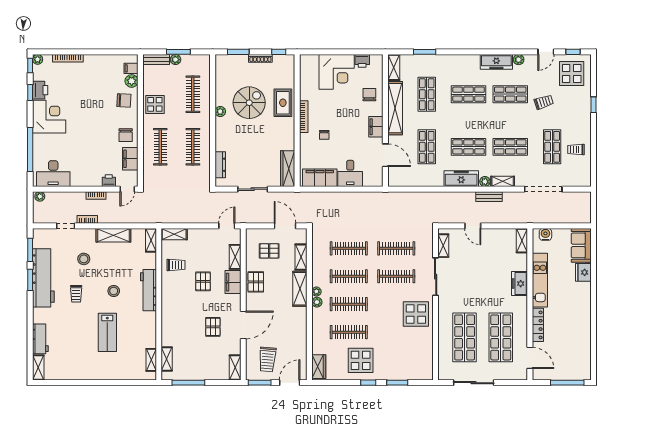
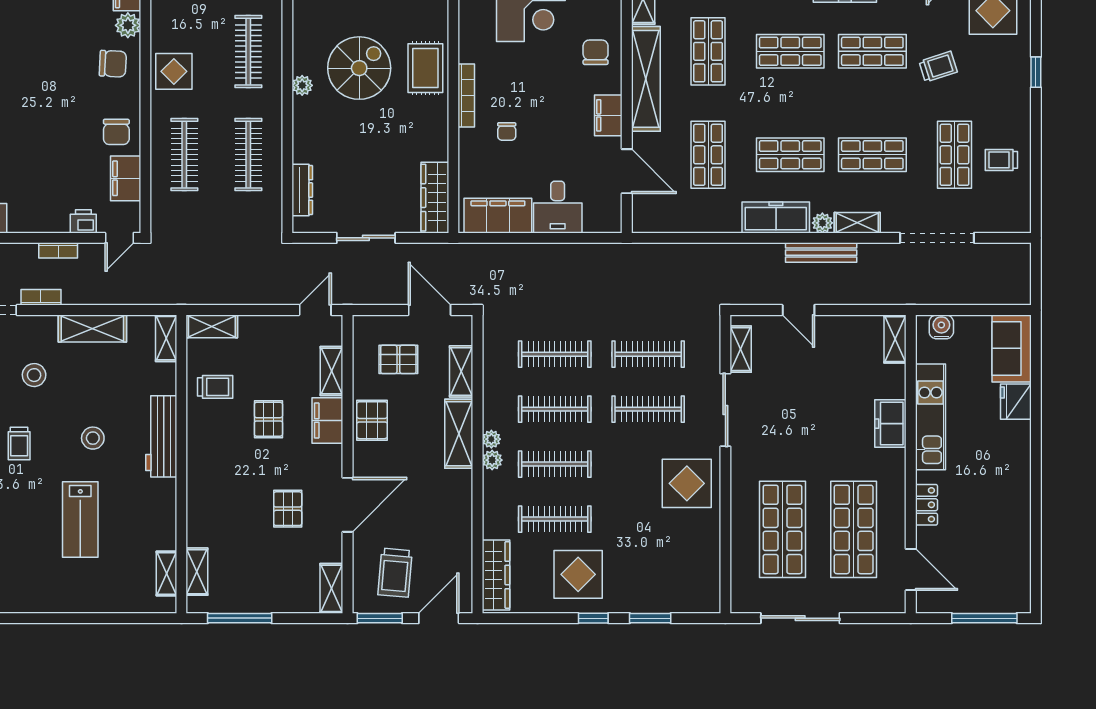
bench: (489, 197) -> (821, 253), width x1.36
locker: (538, 325) -> (926, 505), width x0.66
wardrobe: (319, 367) -> (496, 575), width x1.50

